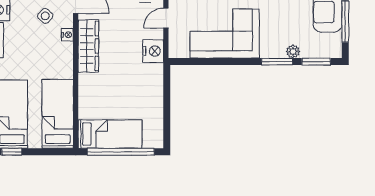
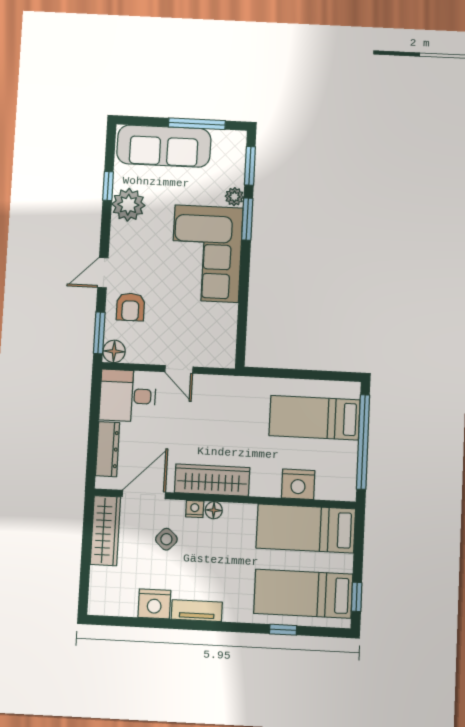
corner sofa: (225, 34) -> (207, 254), moved
floor lamp: (67, 48) -> (214, 510), added
nightstand: (153, 51) -> (298, 484), moved, turned 180
bed: (110, 134) -> (315, 418), moved, turned -90

